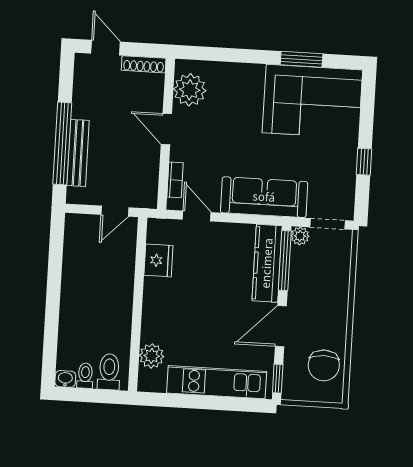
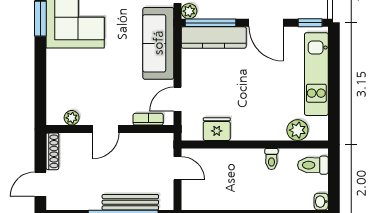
plant: (190, 90) -> (72, 118), width x0.53, depth x0.53
toilet: (85, 376) -> (271, 159), moved, turned -90

